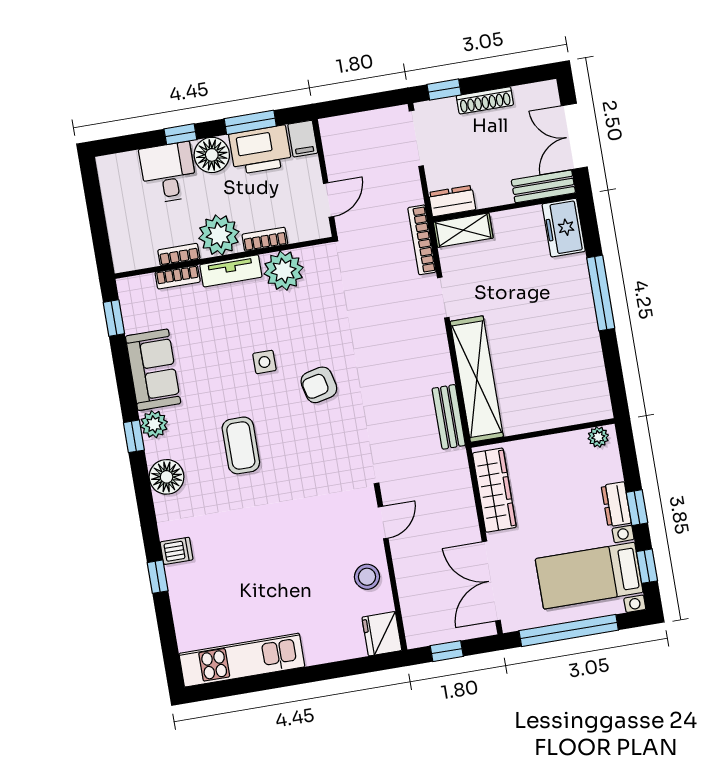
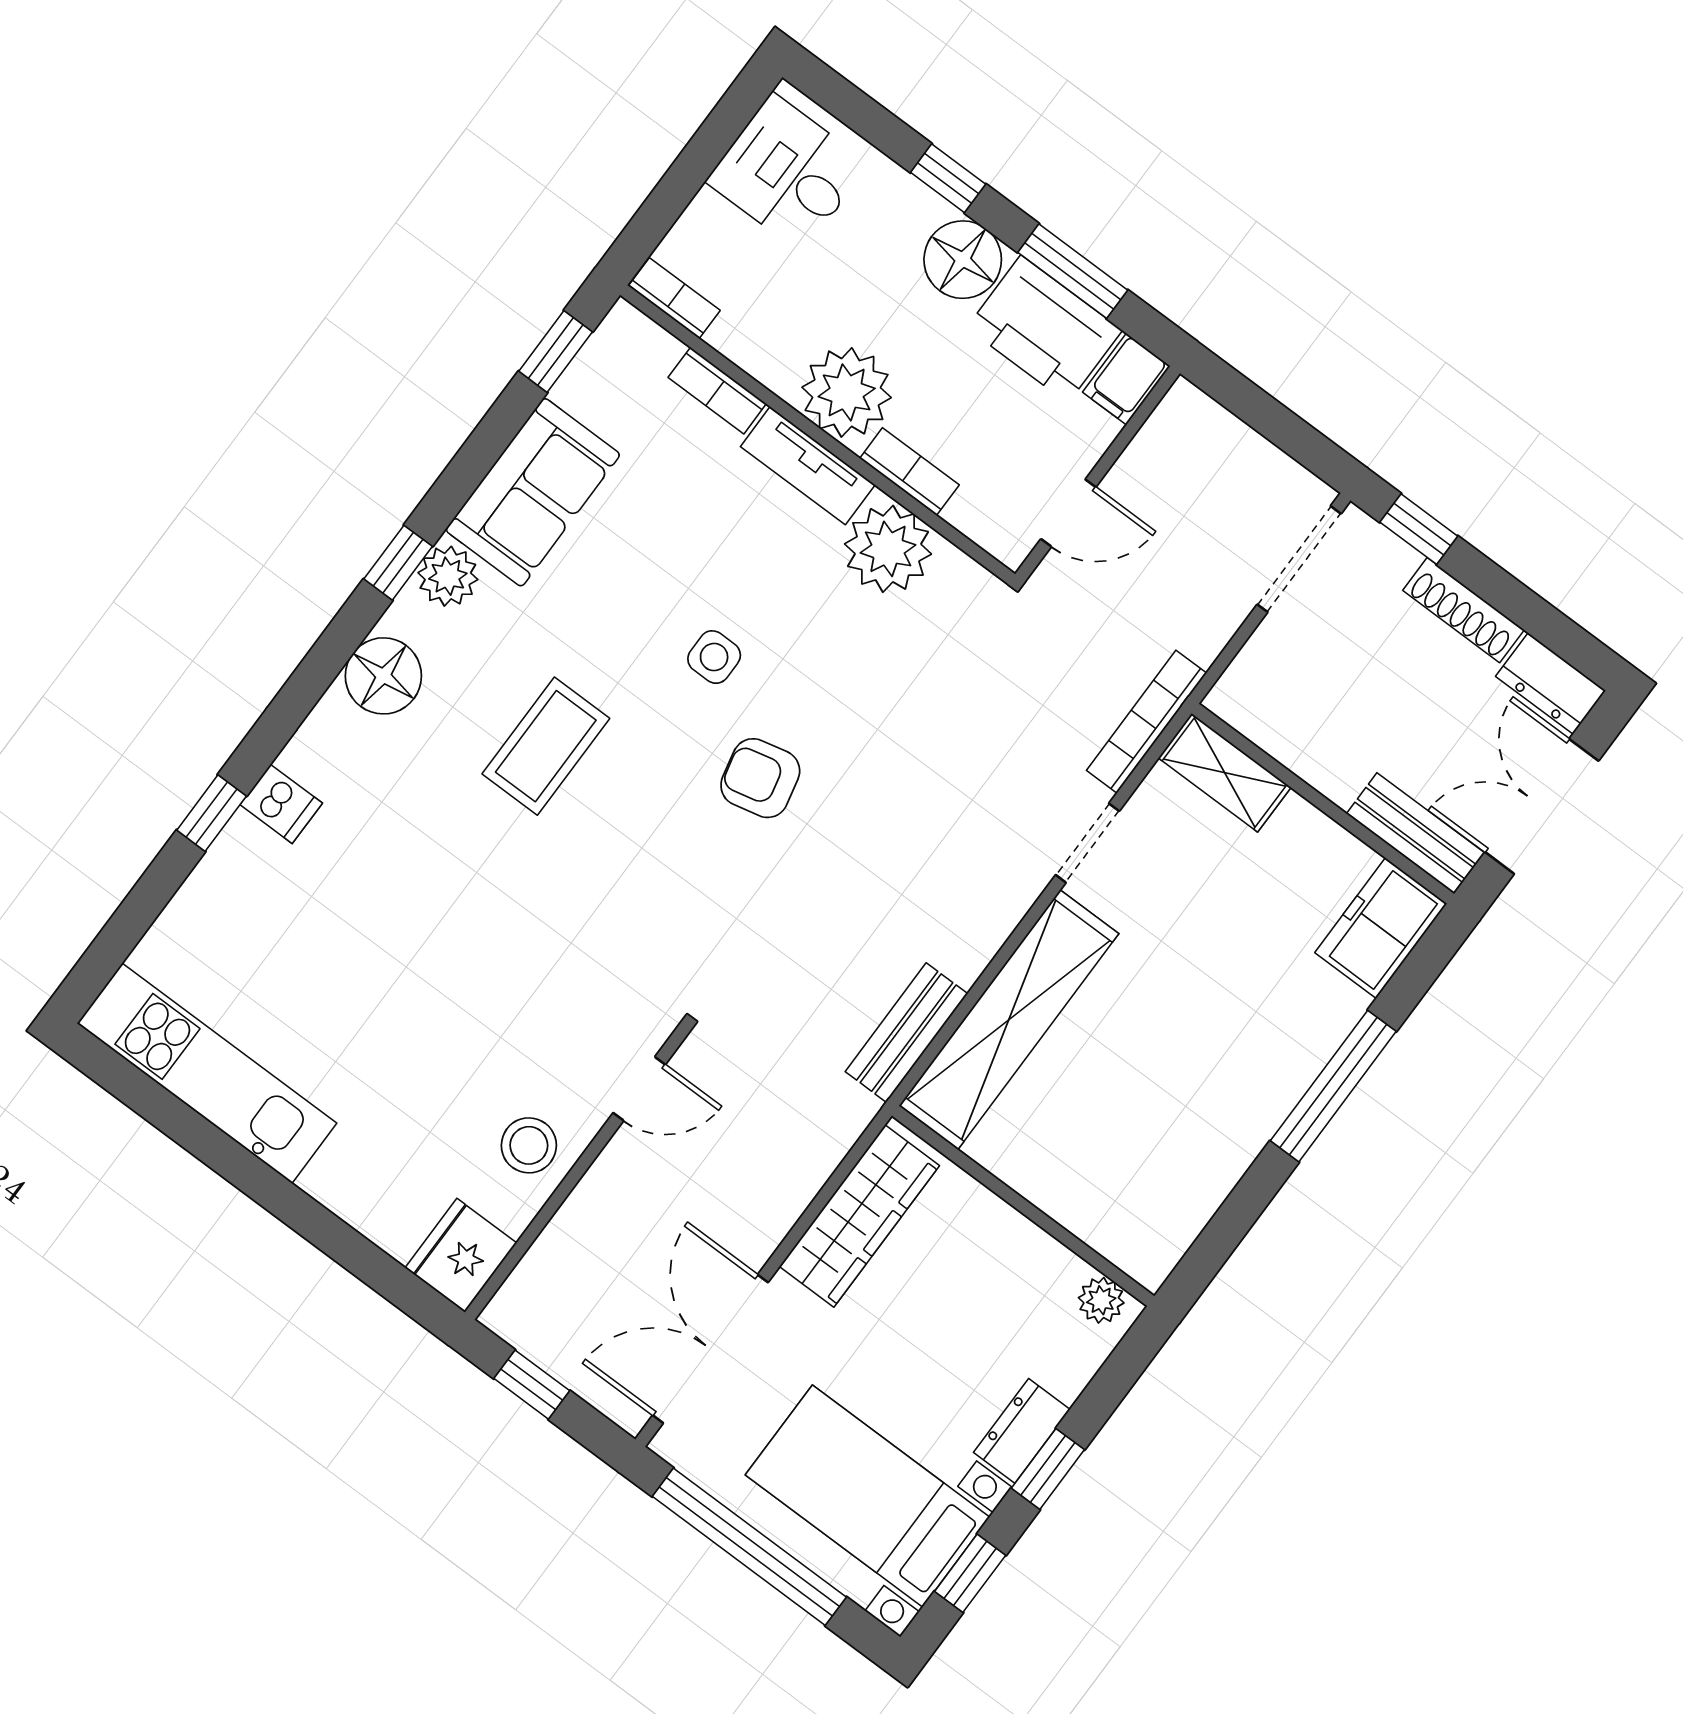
desk: (168, 173) -> (787, 173), moved, turned -90
dresser: (452, 201) -> (1551, 684), moved, turned 180
bookcase: (179, 254) -> (674, 298), moved

